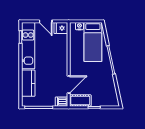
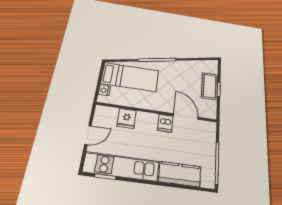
fridge: (61, 28) -> (127, 118), moved
cot: (80, 100) -> (210, 86), moved
dishwasher: (62, 102) -> (165, 123), moved

